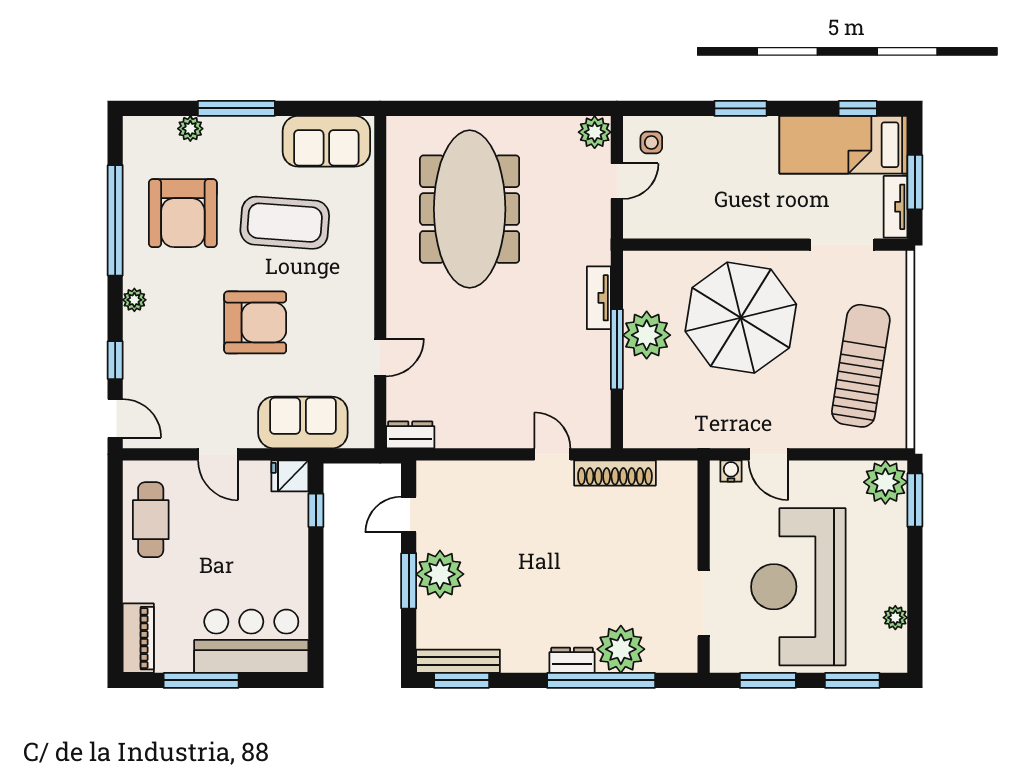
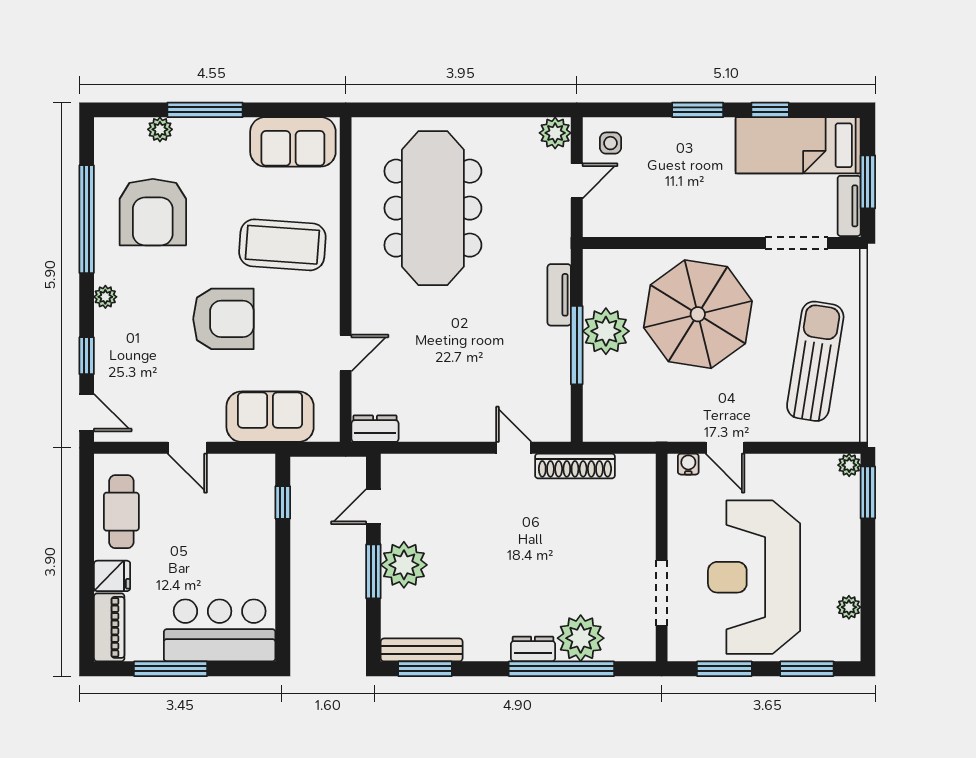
window: (858, 108) -> (770, 110), moved
coffee table: (285, 223) -> (282, 245), moved
fridge: (290, 476) -> (112, 576), moved, turned 180
plant: (885, 482) -> (849, 465), width x0.53, depth x0.53

